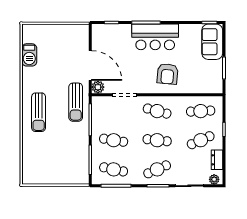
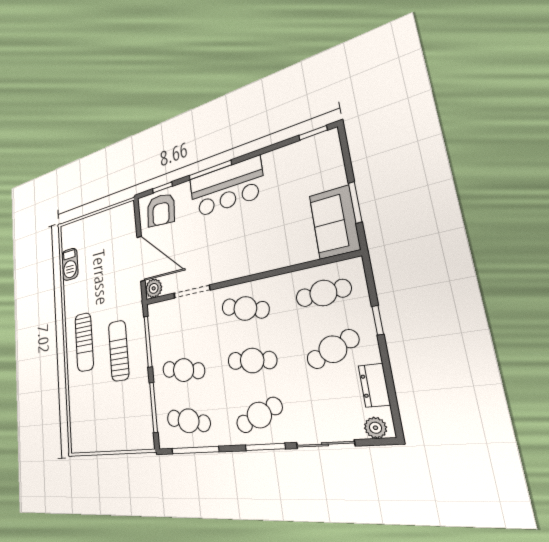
sofa: (212, 42) -> (334, 222), moved
armchair: (167, 74) -> (161, 210), moved
sun lounger: (76, 102) -> (119, 351), moved, turned 180

